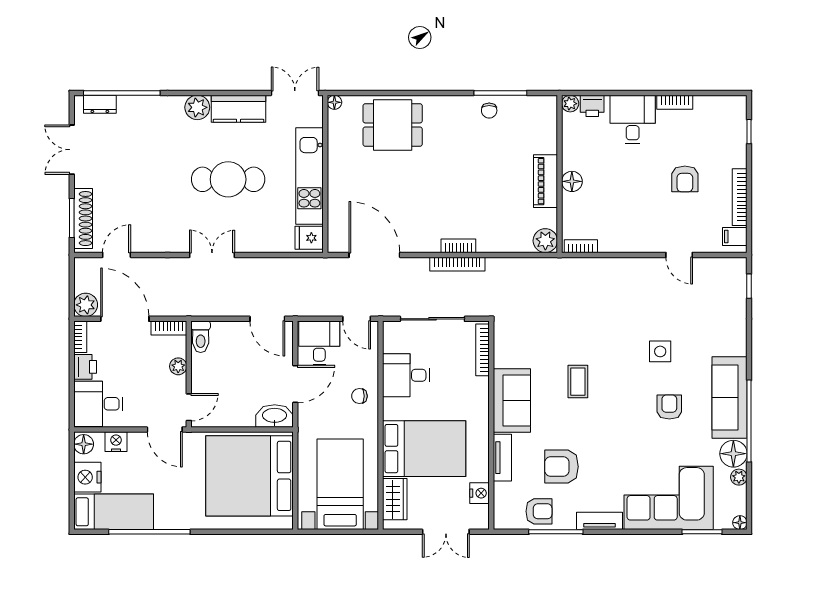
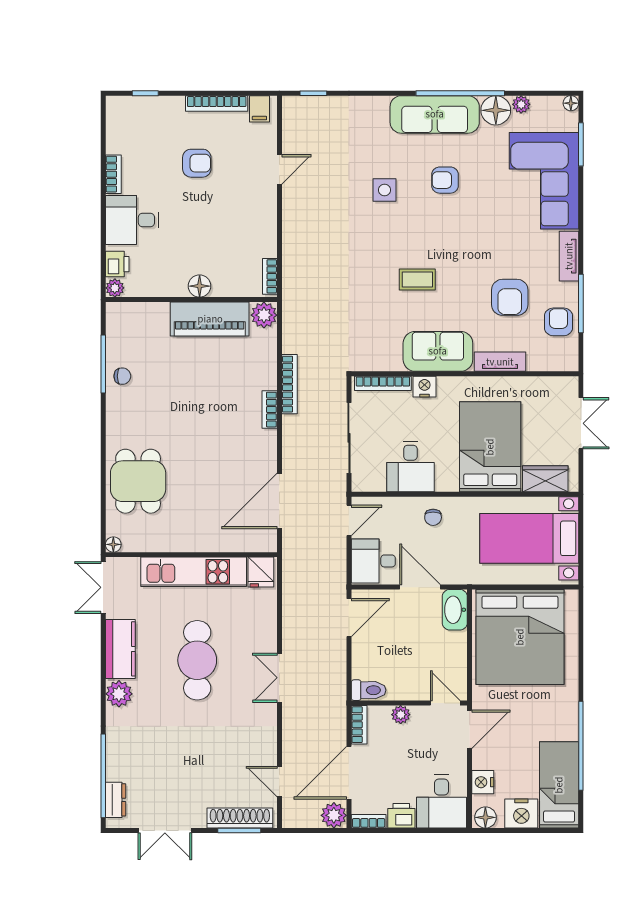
piano: (546, 181) -> (210, 319), width x1.37, depth x1.33
bookcase: (457, 264) -> (289, 384), moved
nightstand: (480, 493) -> (424, 387), moved

